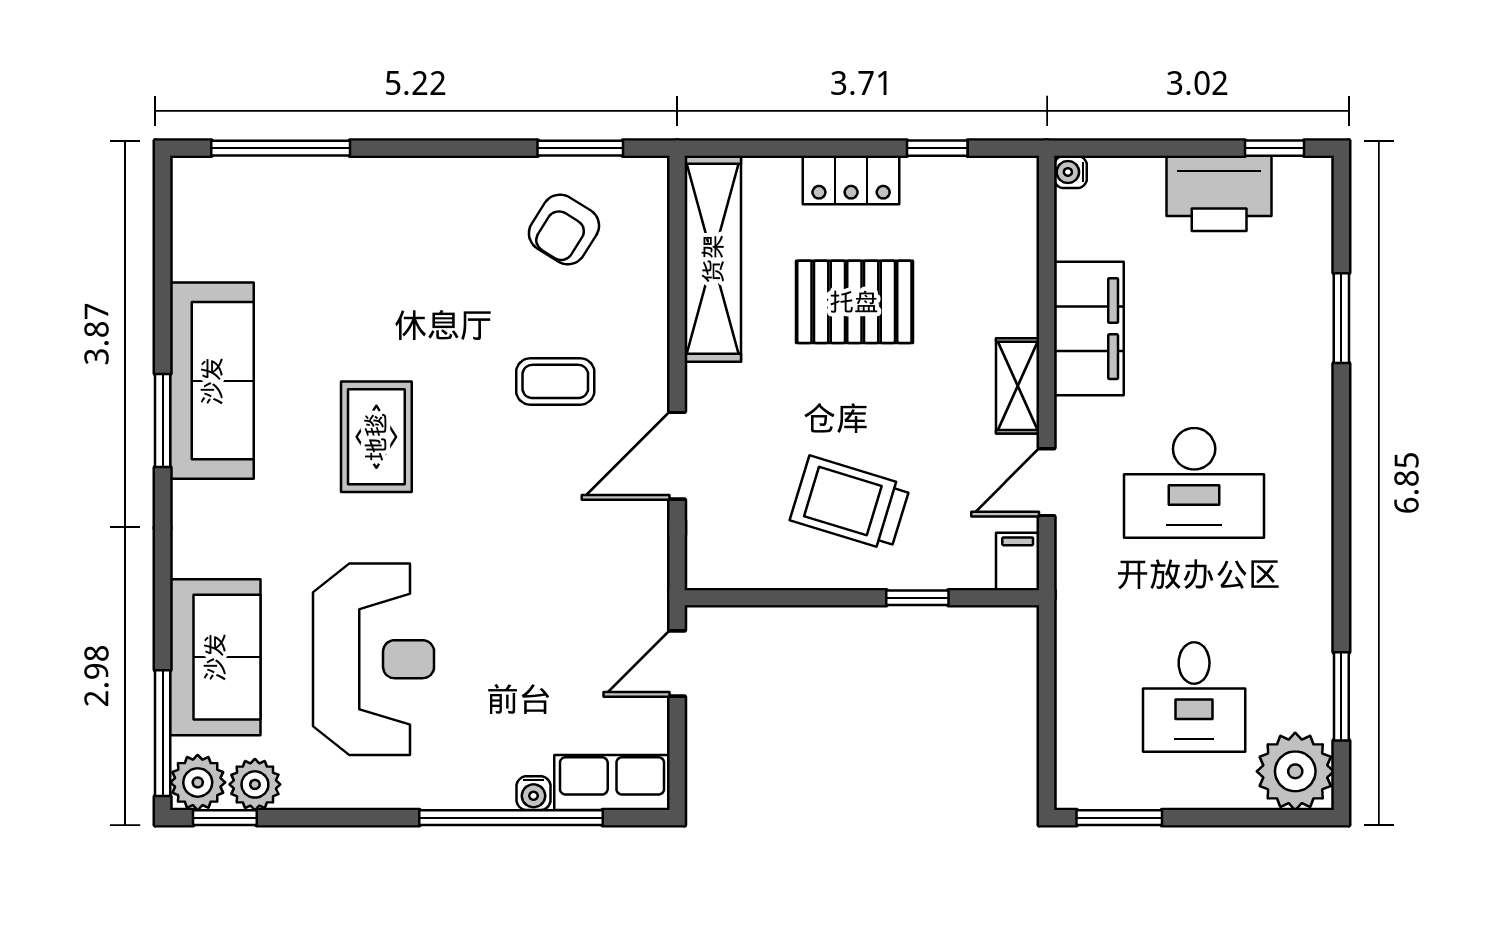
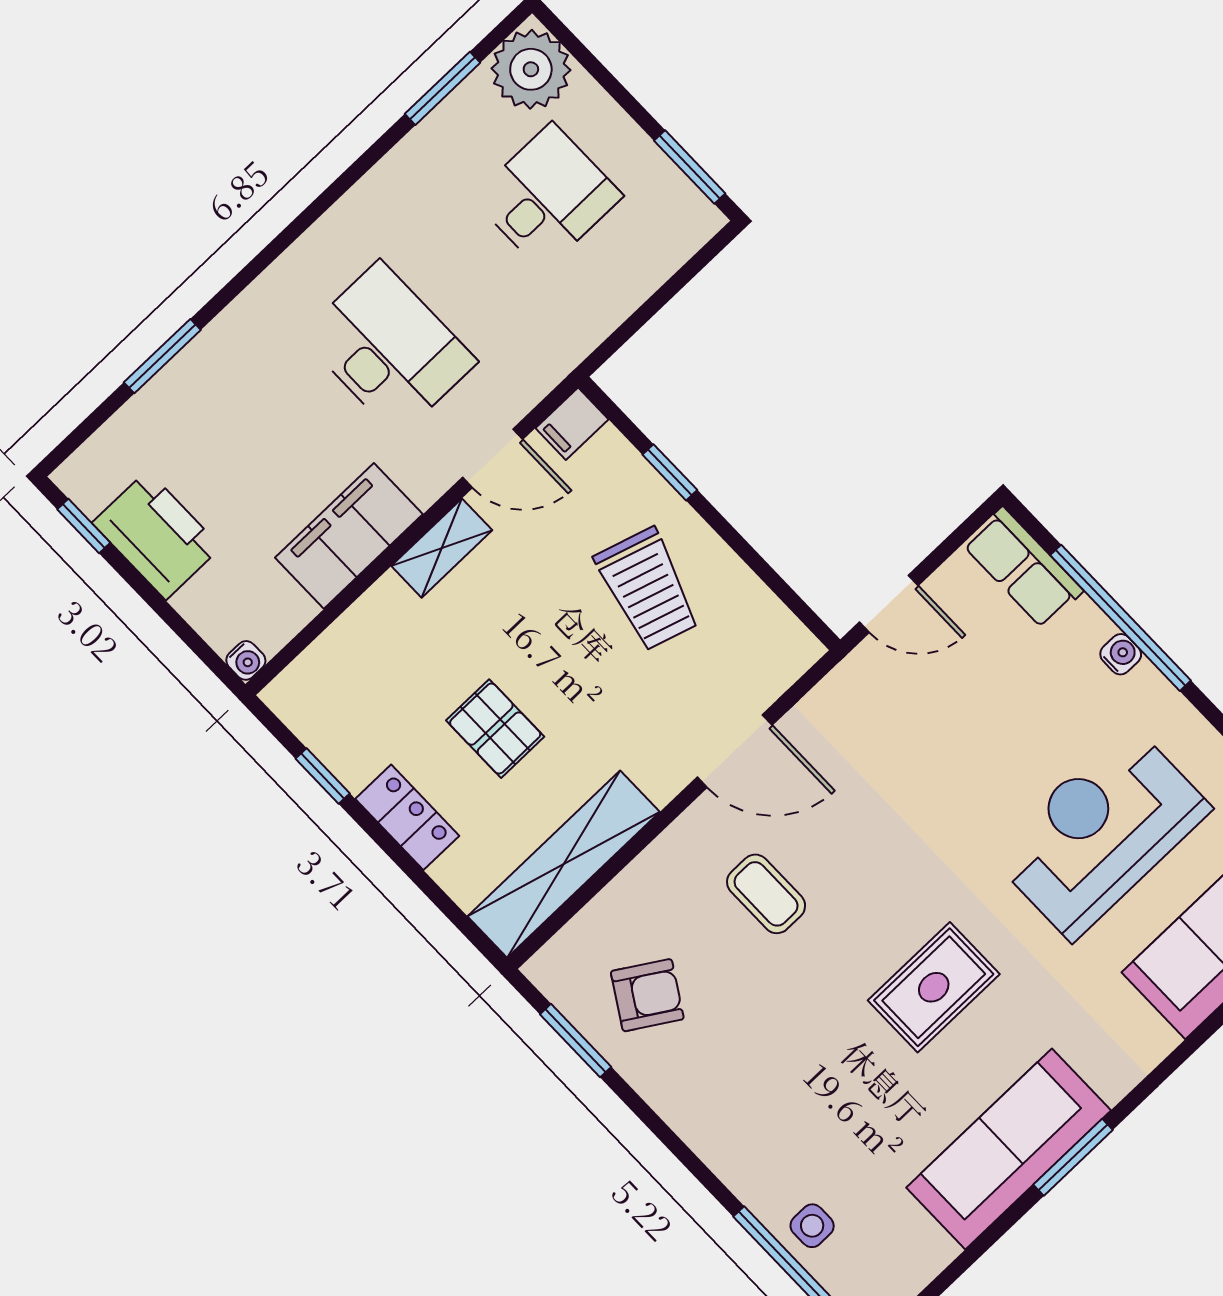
side table: (290, 190) -> (812, 1226), added
pallet: (854, 302) -> (495, 729), width x0.67, depth x0.71
water cooler: (534, 793) -> (1121, 654), moved

